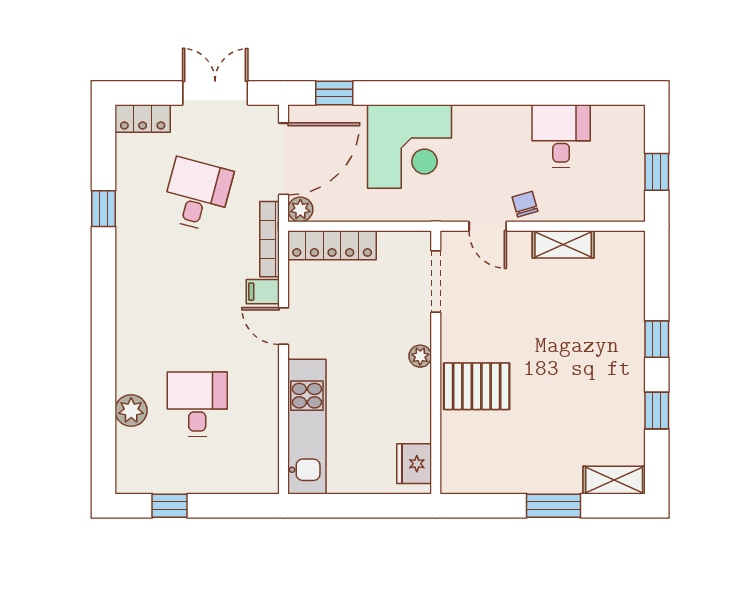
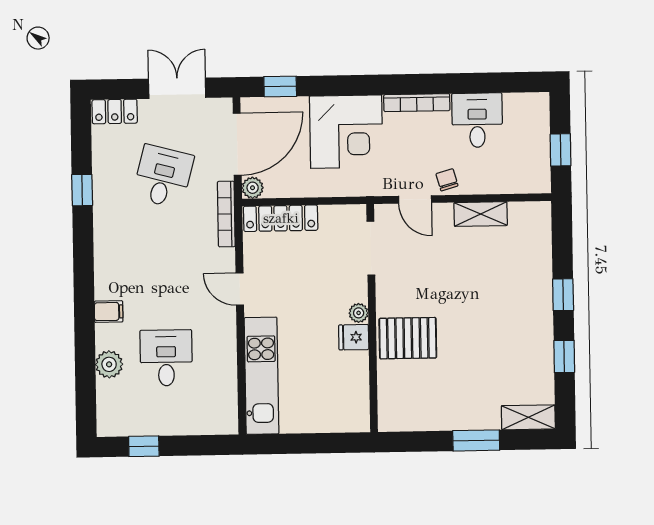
bookcase: (492, 114) -> (417, 103), added
filing cabinet: (263, 292) -> (109, 312), moved, turned 180
fridge: (414, 464) -> (354, 337), moved, width x0.72

